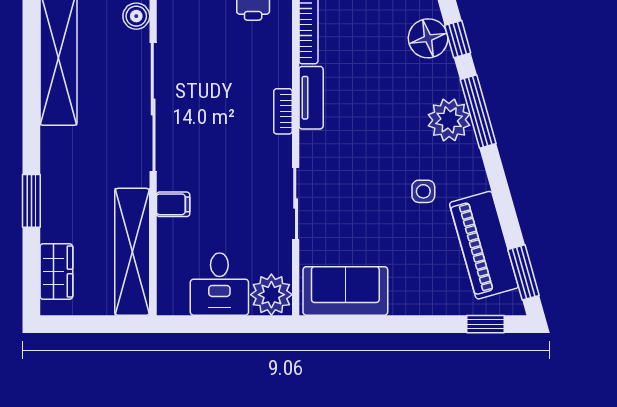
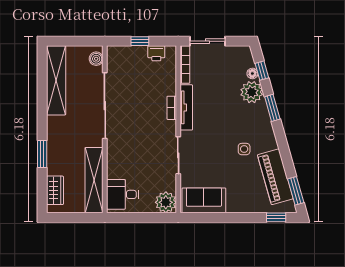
floor lamp: (428, 38) -> (252, 73), width x0.53, depth x0.53
tv unit: (311, 98) -> (186, 107), width x1.41
window: (478, 112) -> (272, 108), width x0.69
plant: (449, 120) -> (252, 92), moved
filing cabinet: (173, 204) -> (115, 156), removed
desk: (219, 284) -> (123, 194), moved, turned 90

